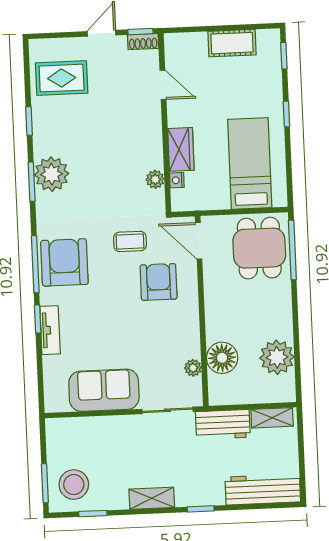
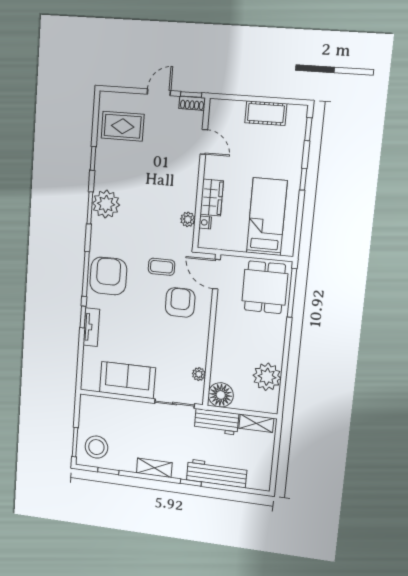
floor lamp: (222, 358) -> (221, 395), moved
workbench: (263, 489) -> (217, 473), moved

